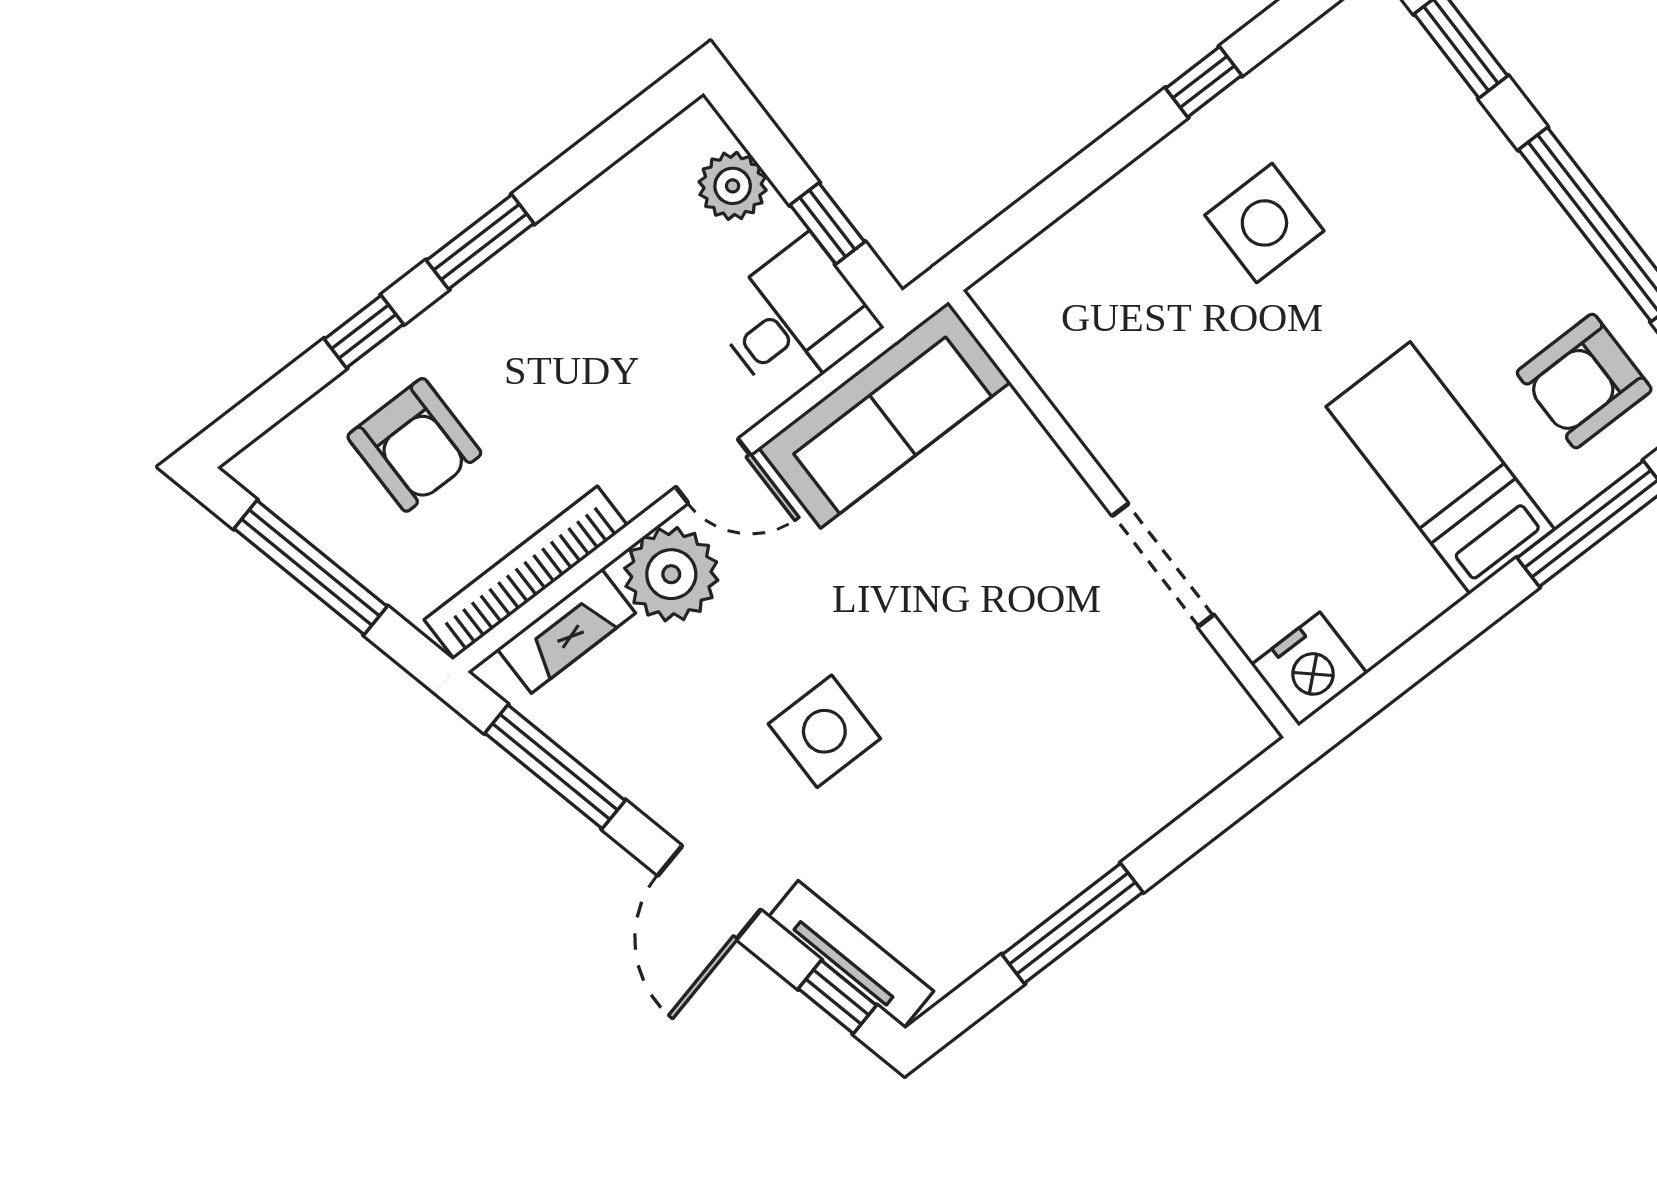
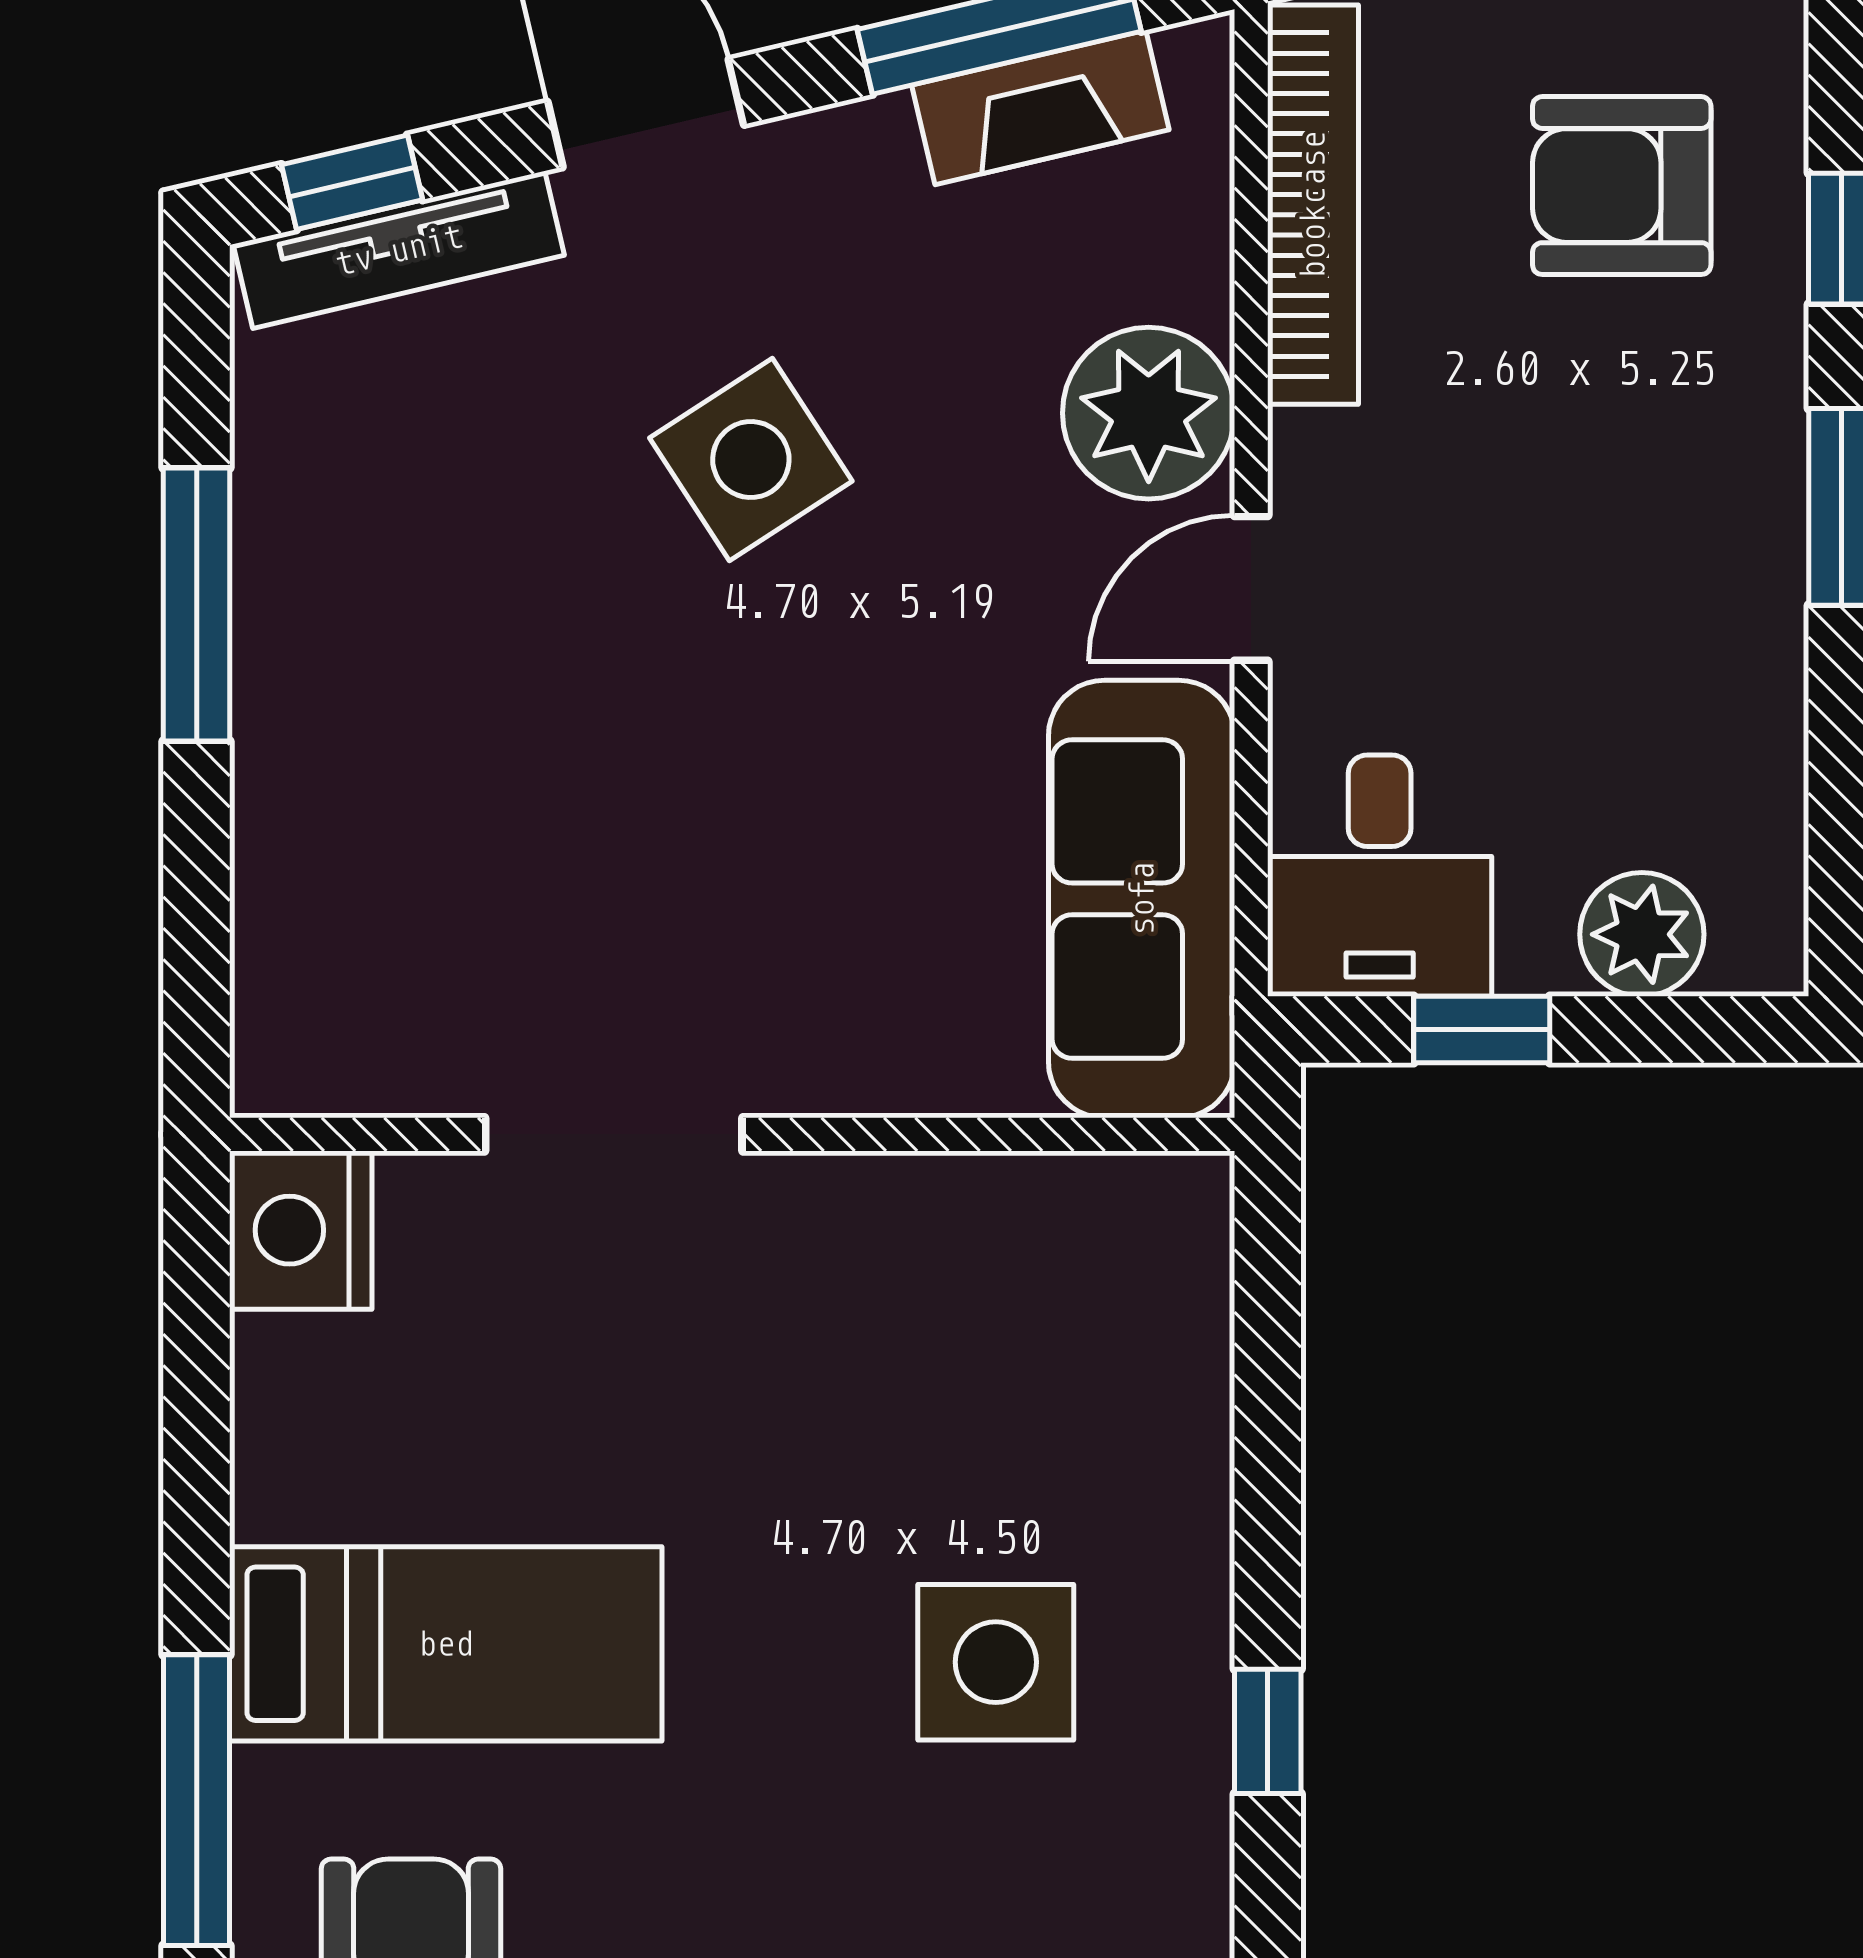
fireplace: (566, 631) -> (1040, 107), moved, turned -103
side table: (824, 731) -> (751, 460), turned -33

